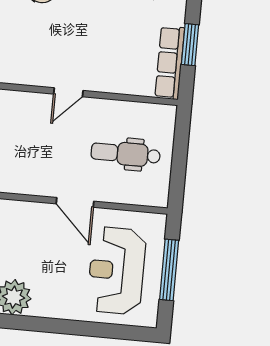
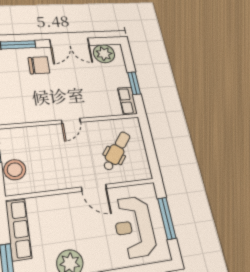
row of seats: (170, 63) -> (127, 101), width x0.68
dental chair: (126, 154) -> (117, 151), turned 128

